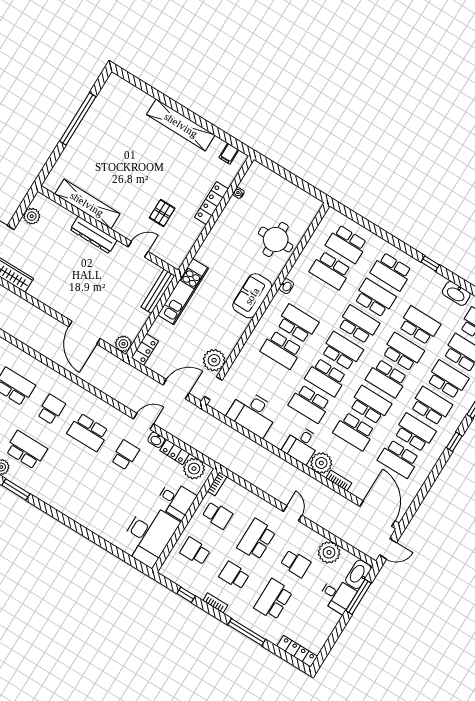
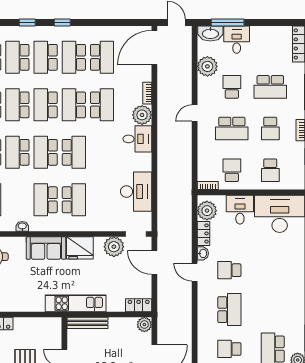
fridge: (233, 328) -> (80, 248), added
school desk: (387, 378) -> (46, 105), turned 180
school desk: (309, 404) -> (102, 152), removed

